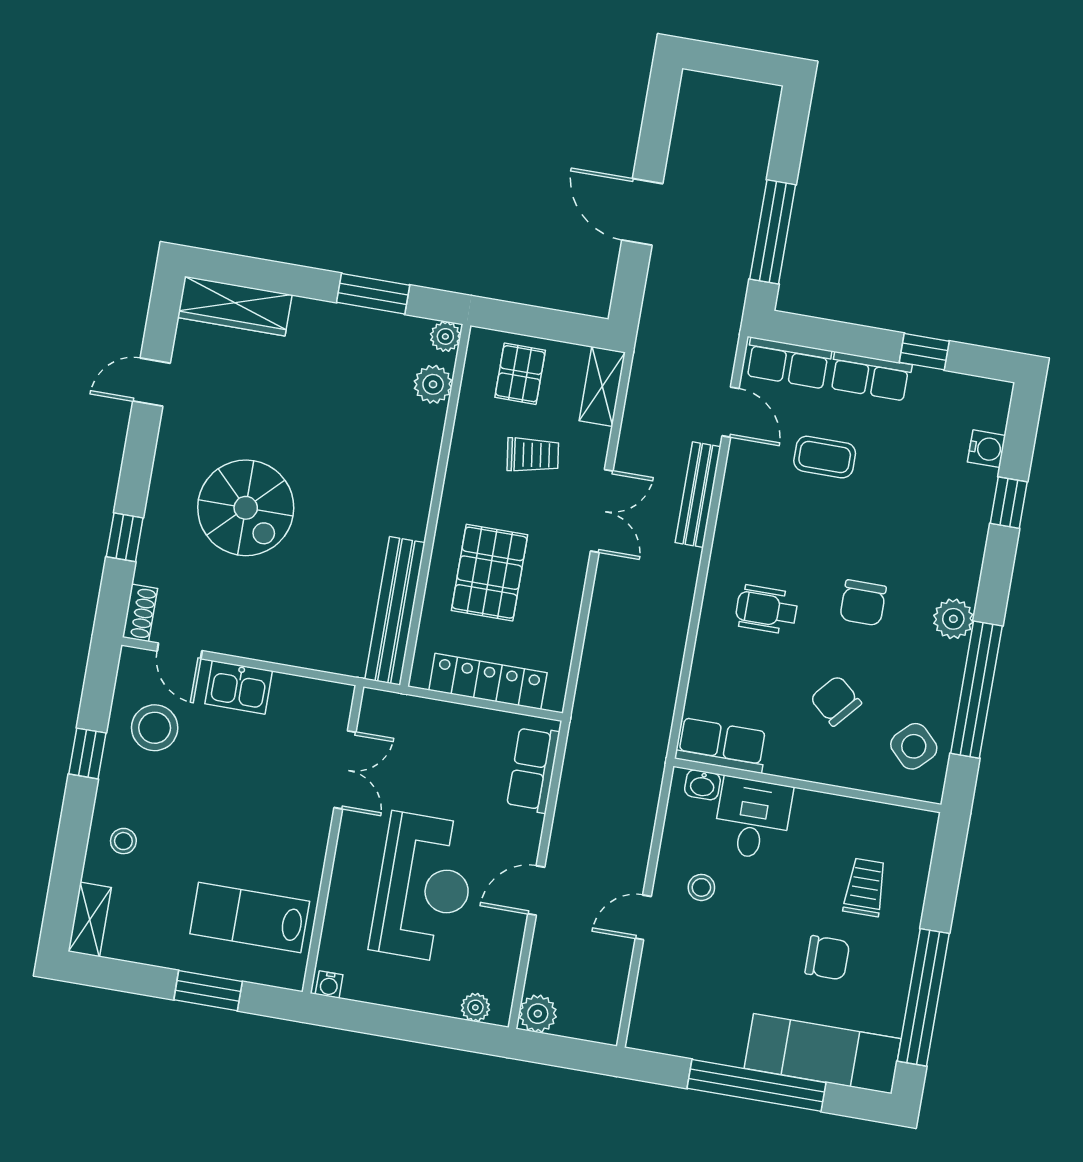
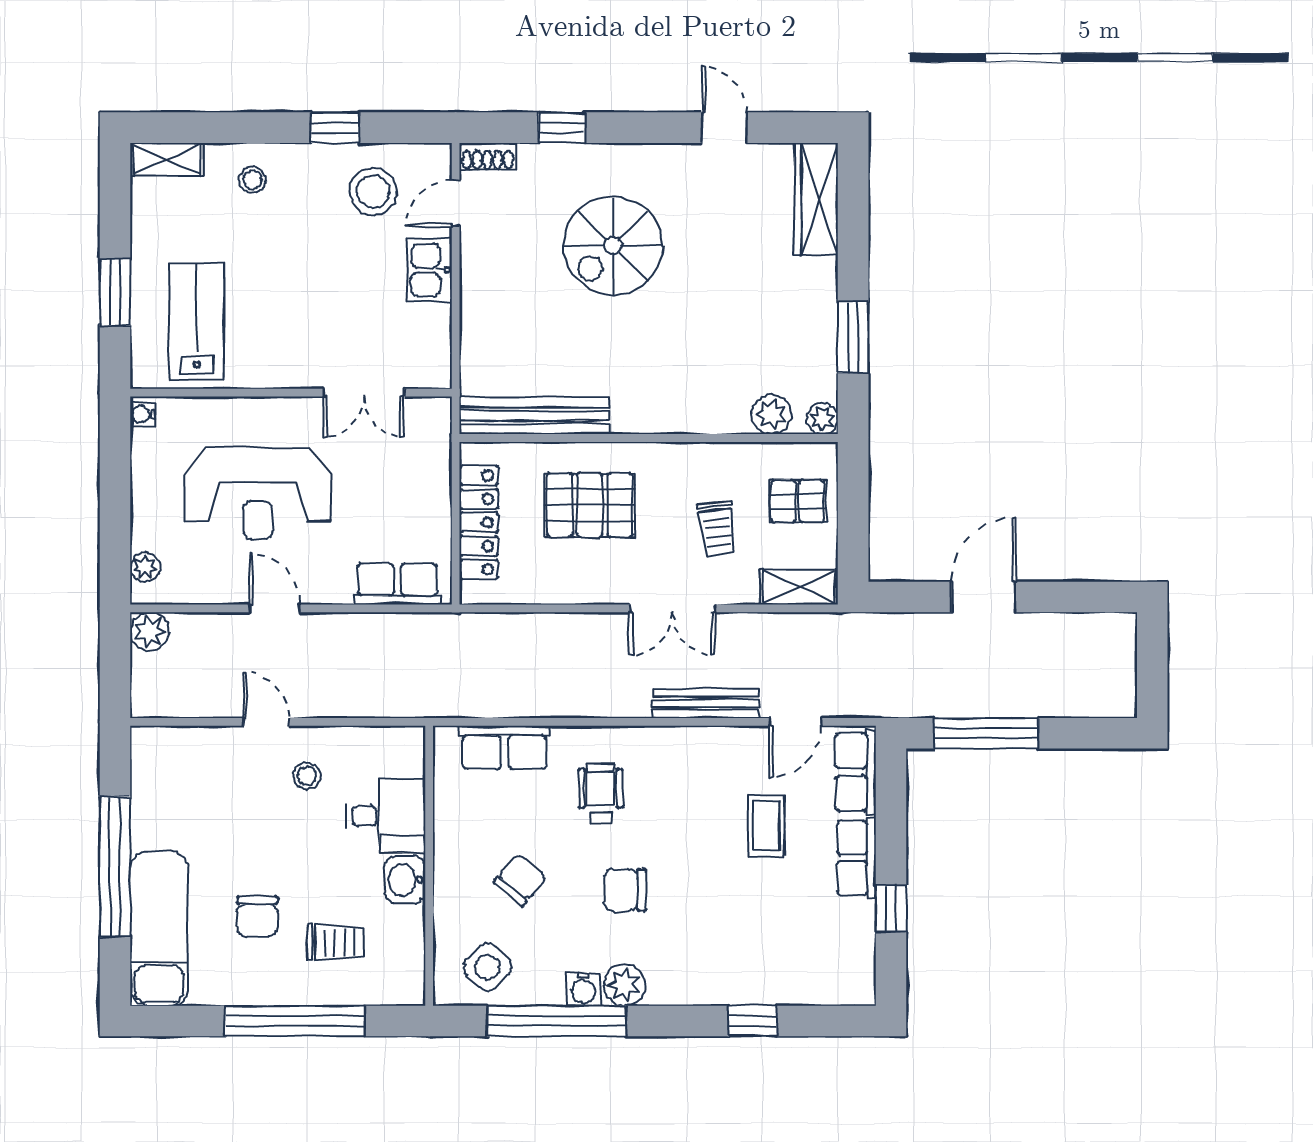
water cooler: (986, 449) -> (583, 989), moved
row of seats: (721, 745) -> (505, 747), moved, turned 90
washbasin: (702, 785) -> (405, 880), moved, width x1.38, depth x1.45
window: (923, 997) -> (295, 1021), moved

